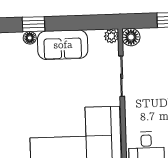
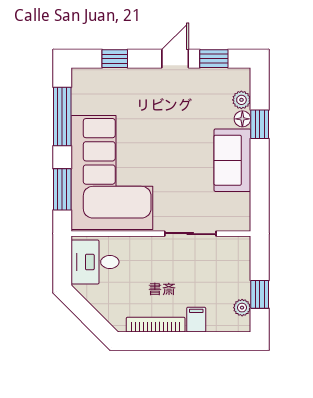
plant: (111, 36) -> (241, 100), moved
floor lamp: (131, 37) -> (239, 247), removed

